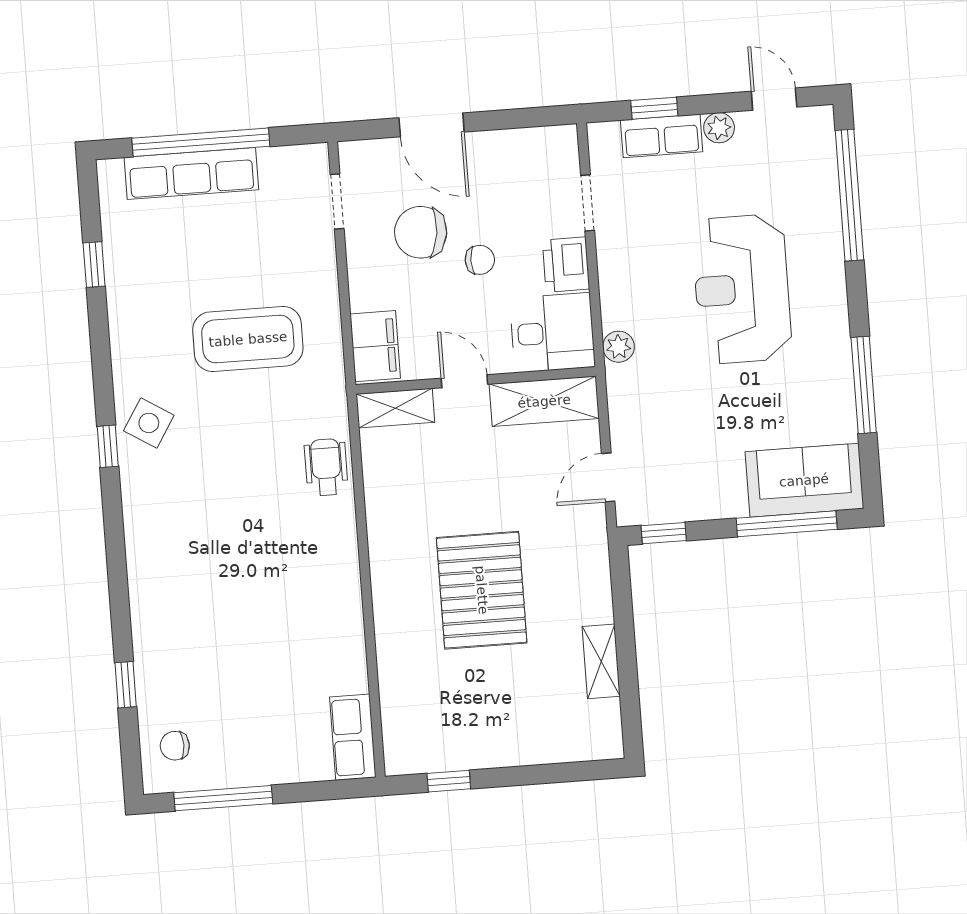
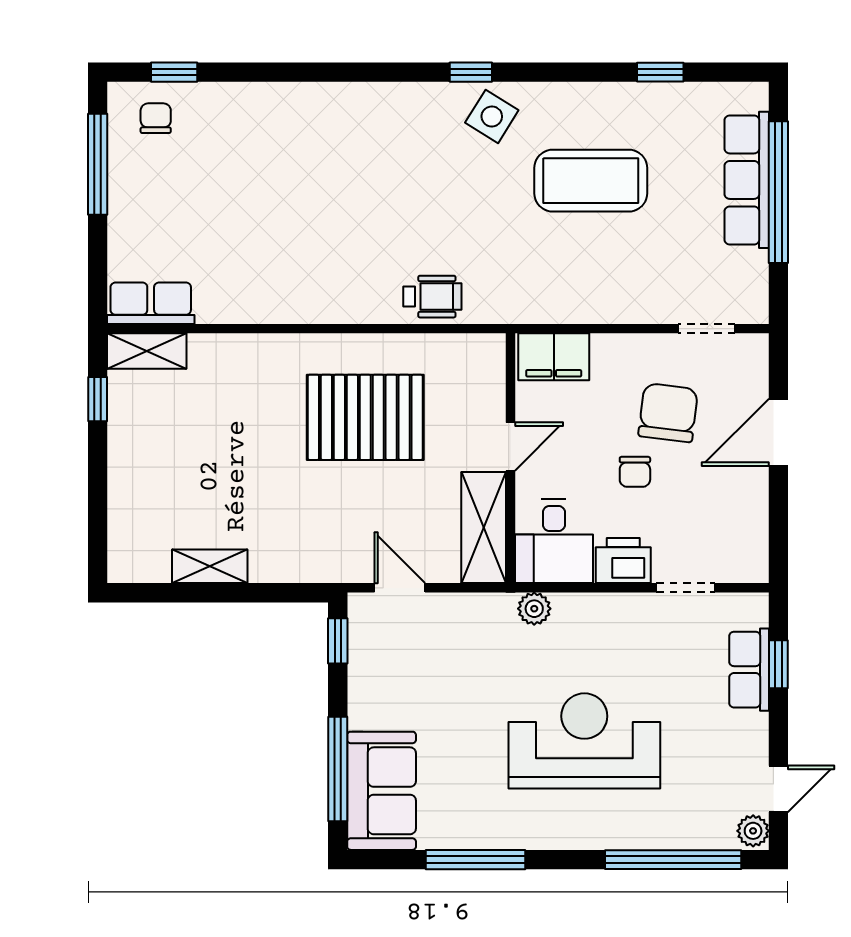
plant: (719, 128) -> (753, 831), moved
coffee table: (248, 339) -> (591, 181), moved, turned 90
shelving: (395, 408) -> (147, 351), moved, turned 90
pallet: (482, 590) -> (365, 417), moved
window: (126, 685) -> (174, 72), moved

